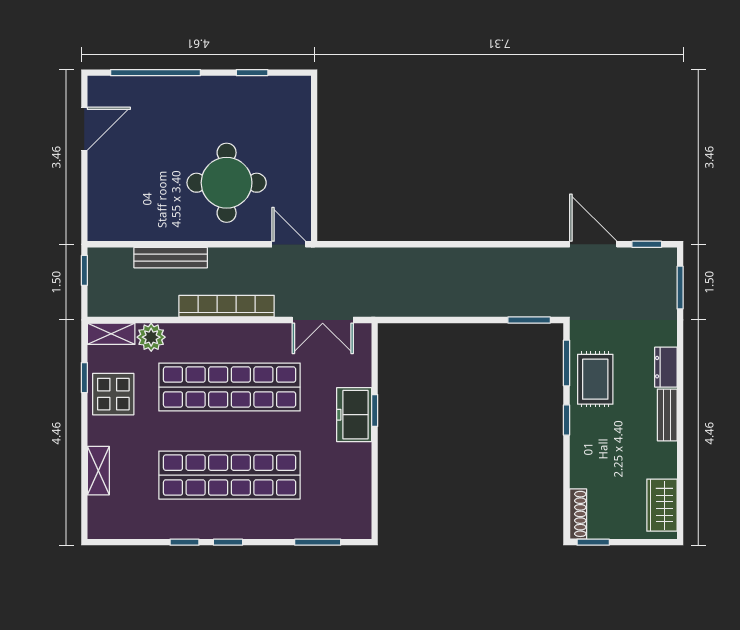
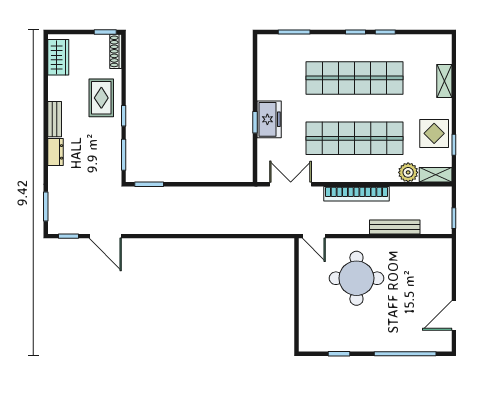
rug: (595, 379) -> (101, 98), moved

